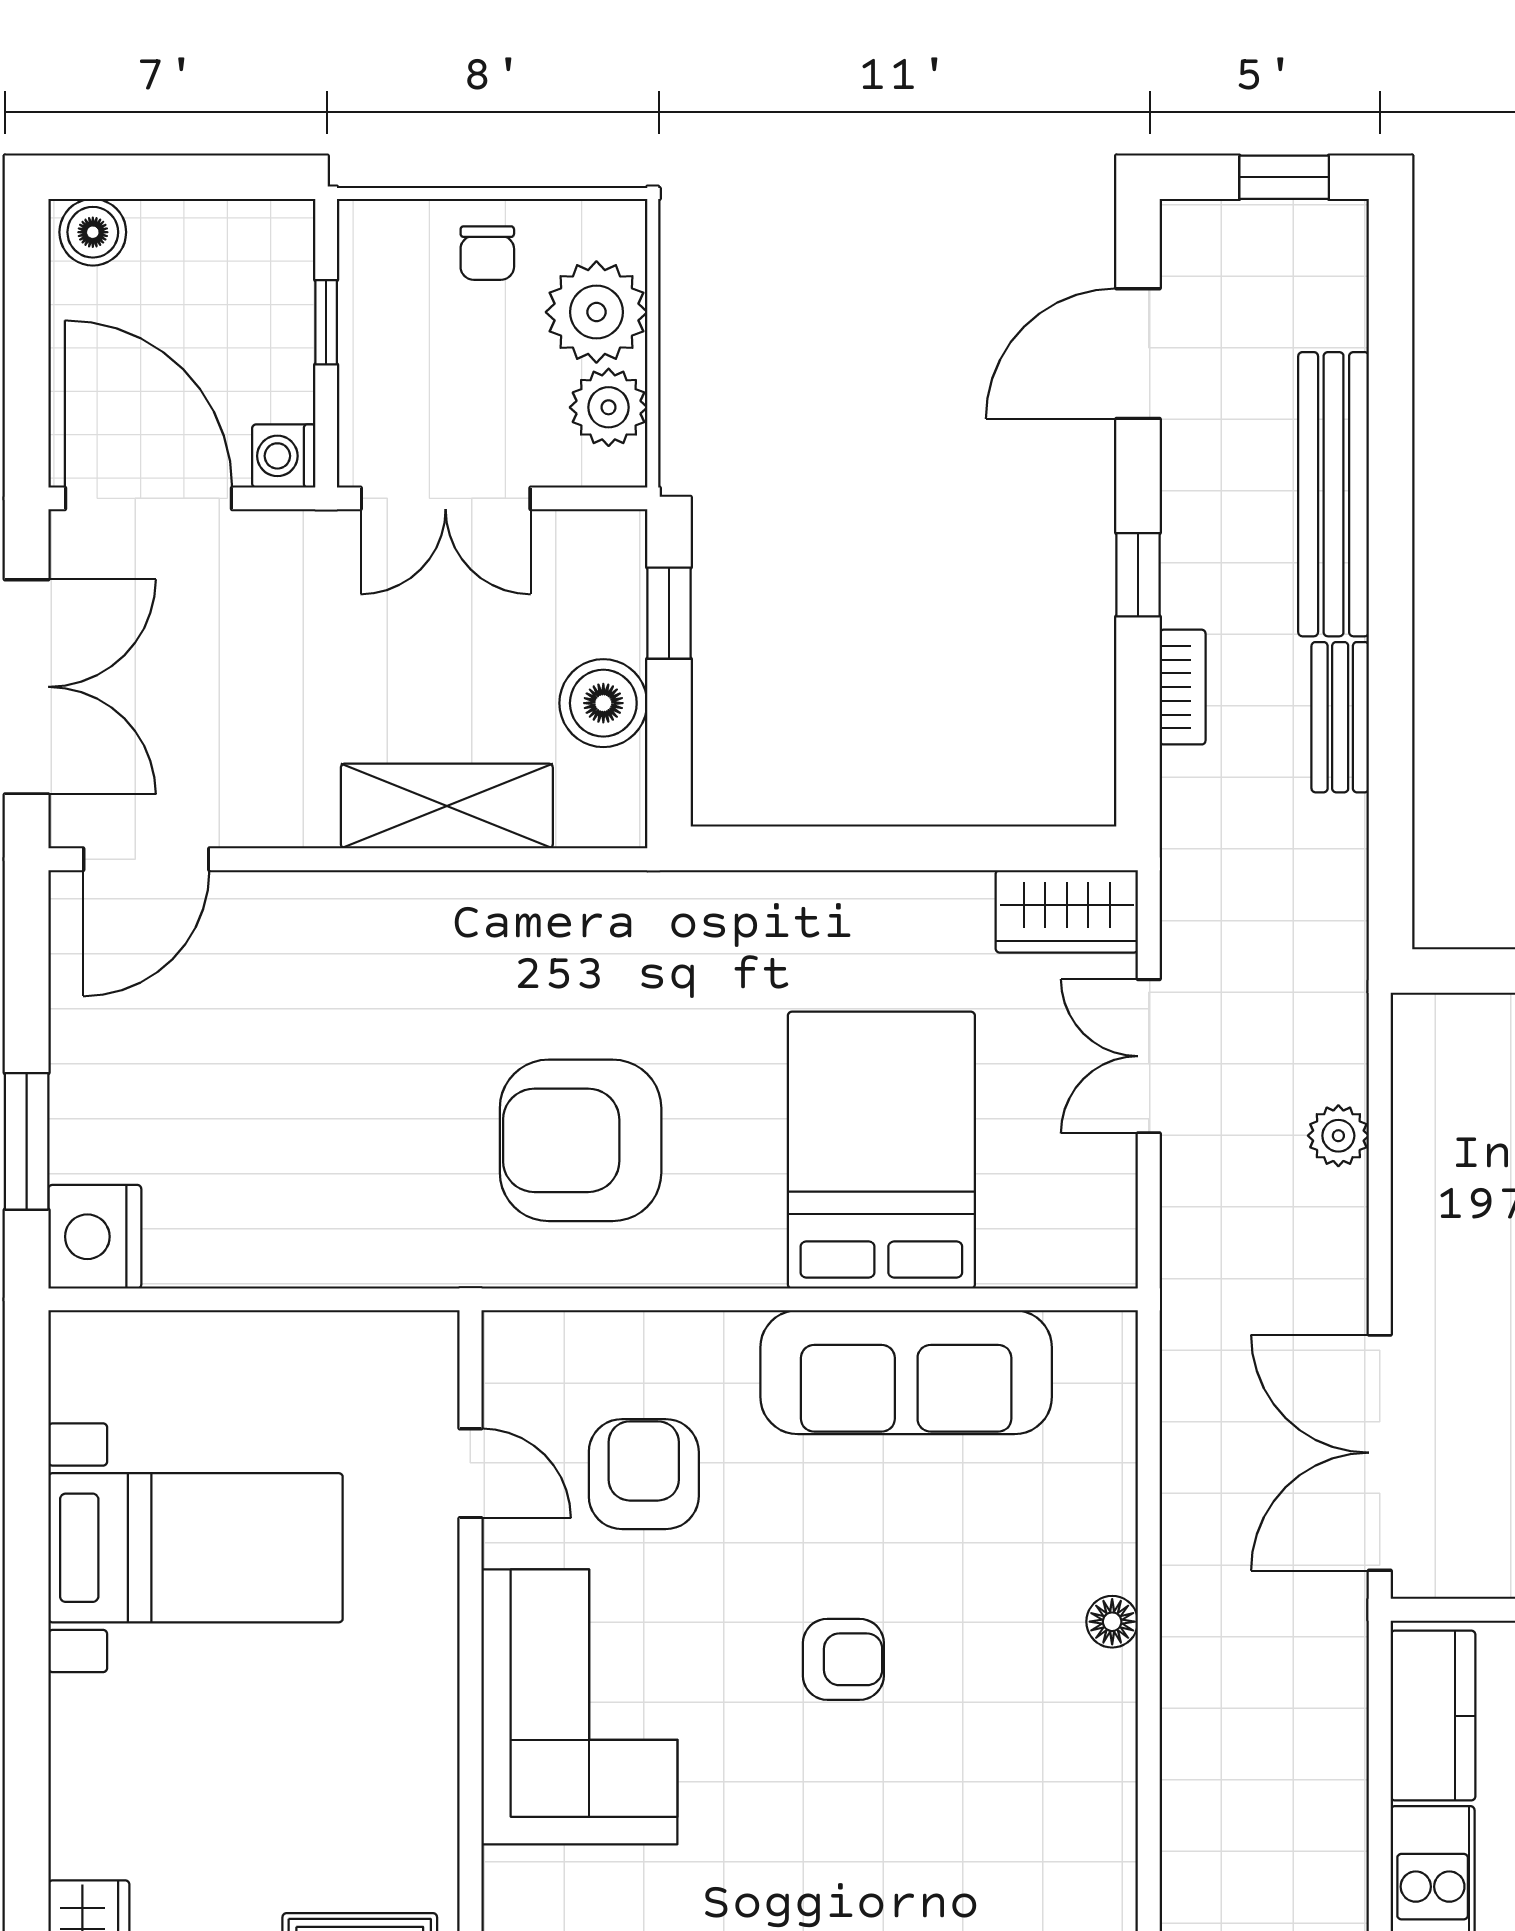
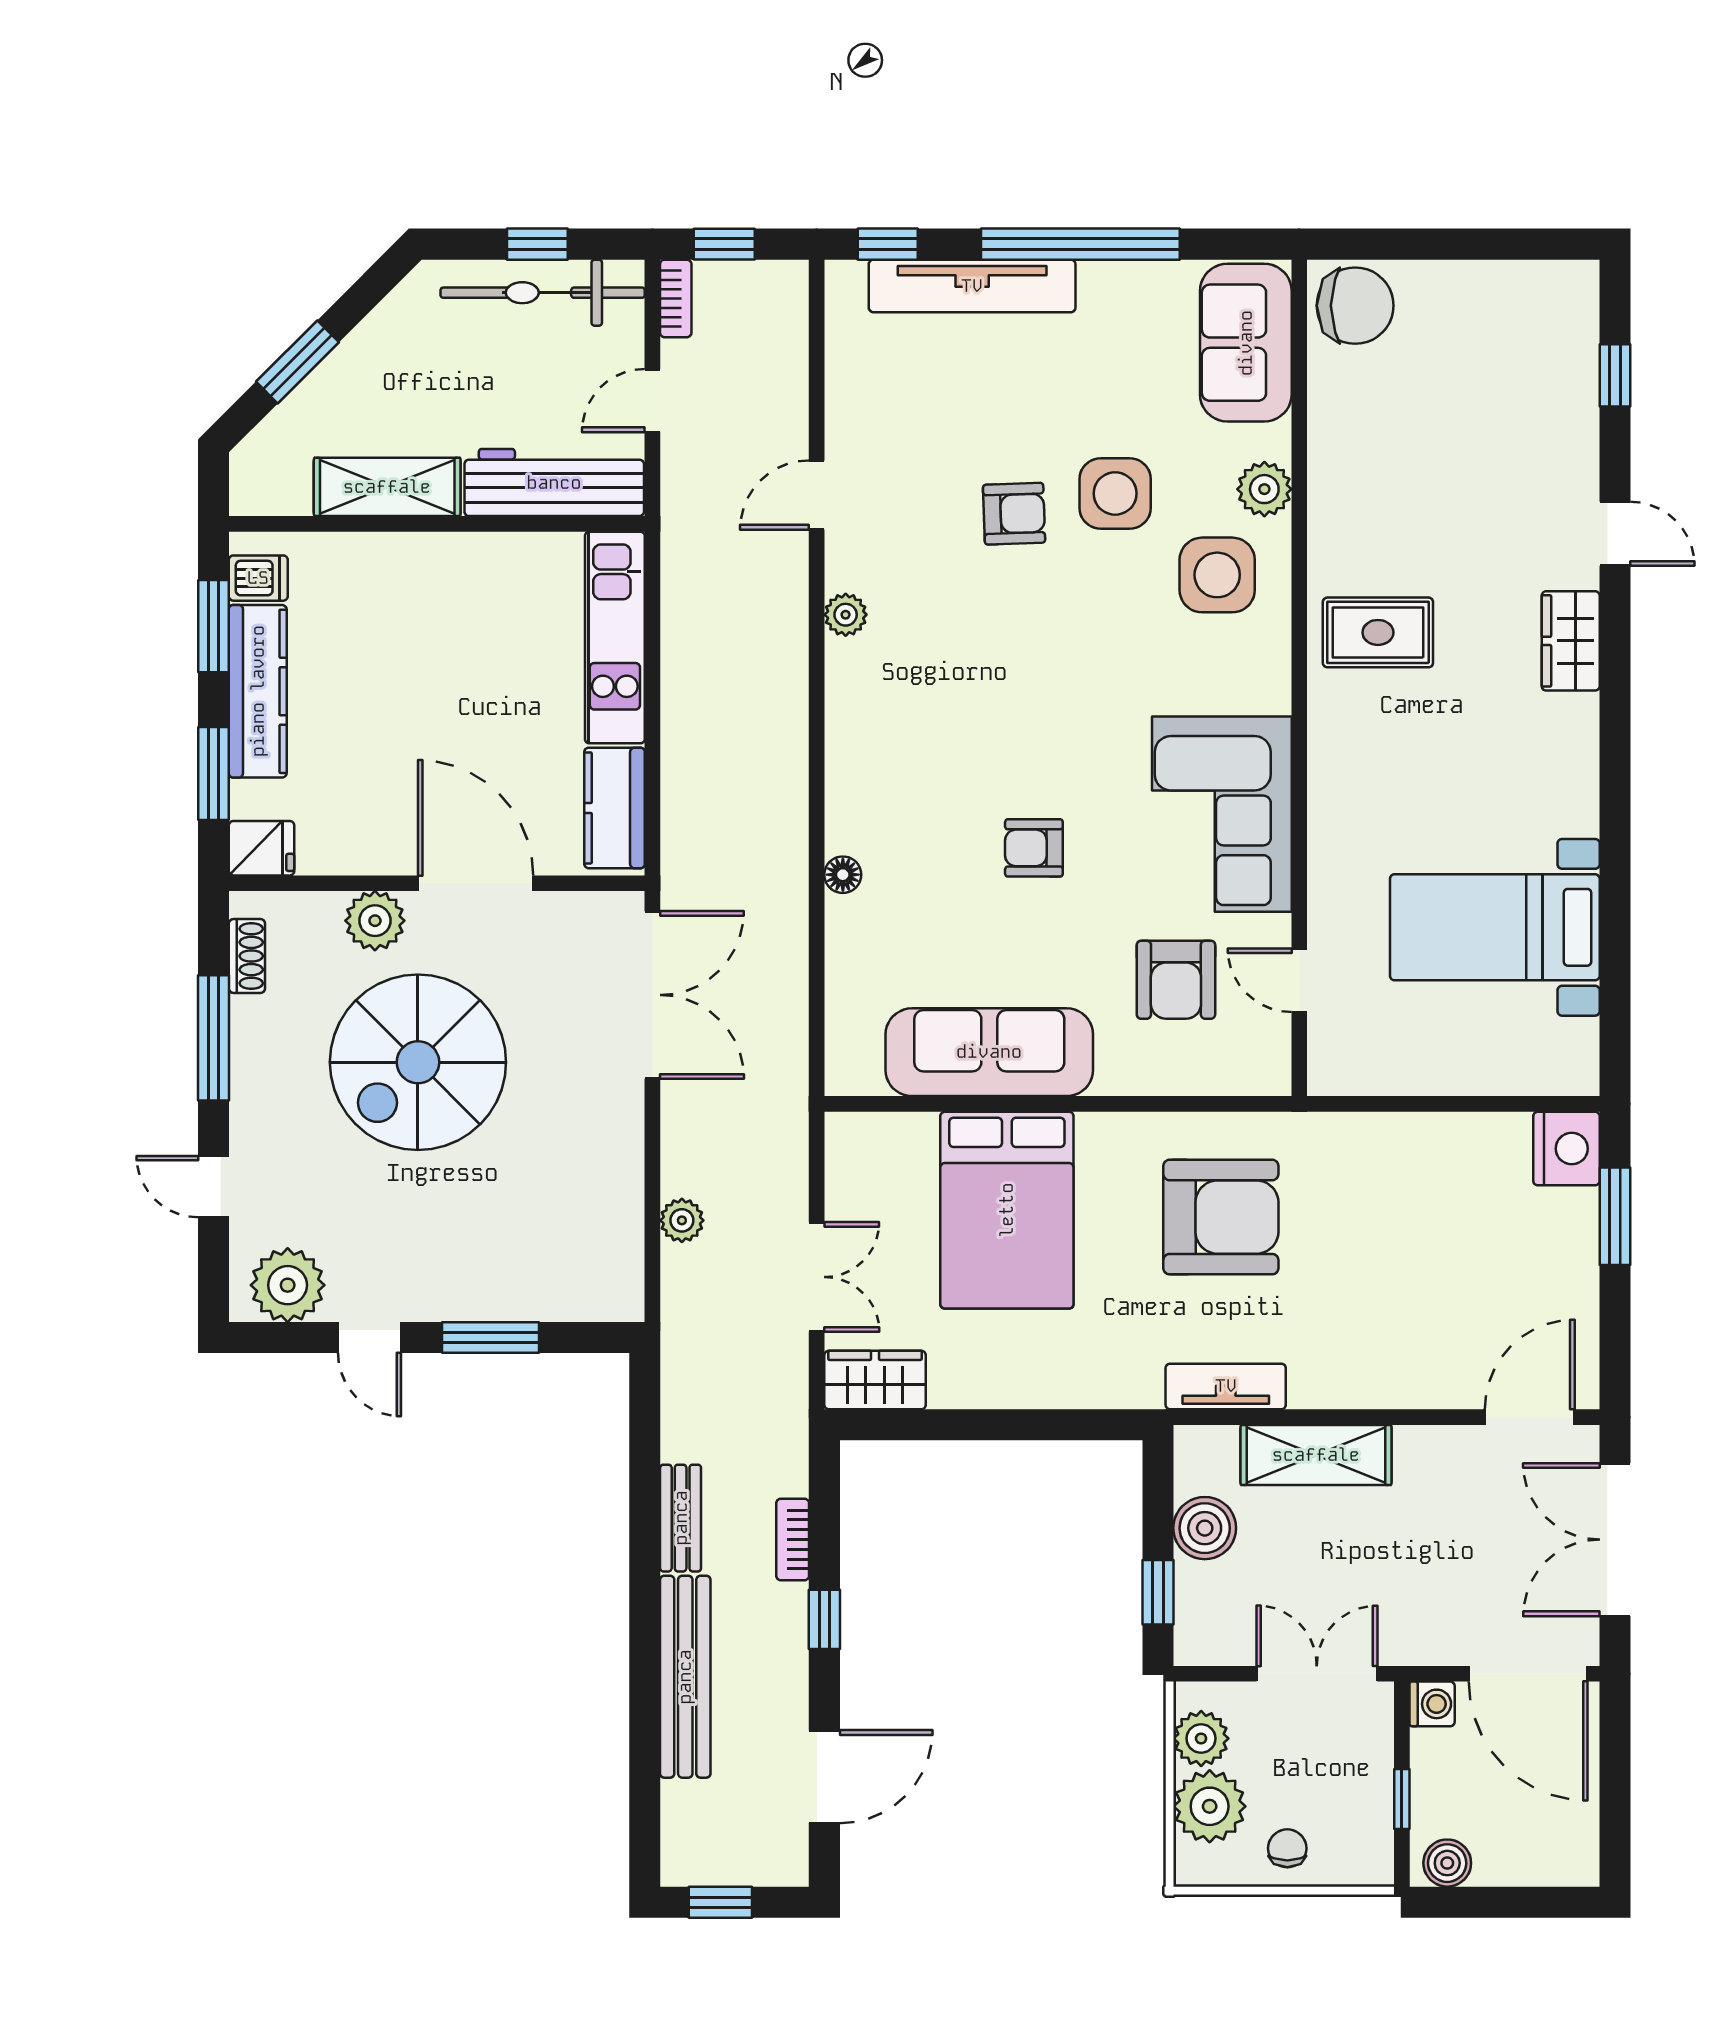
boiler: (93, 232) -> (1447, 1863), moved
tv unit: (574, 902) -> (1226, 1386), added

